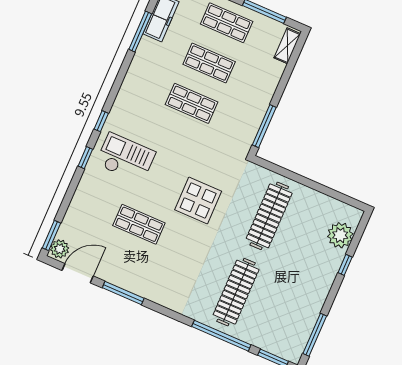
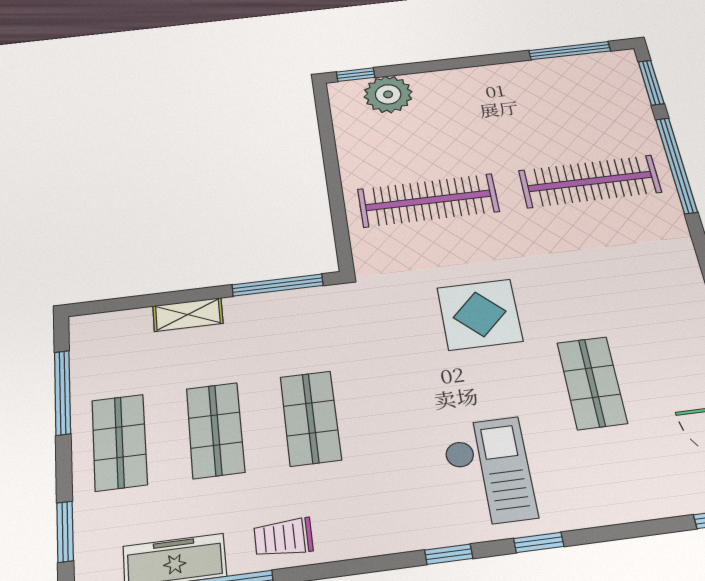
shelving: (287, 46) -> (188, 315), moved
trolley: (146, 64) -> (283, 538), added
checkout: (126, 158) -> (489, 472), turned 180
window: (345, 265) -> (356, 75), moved

